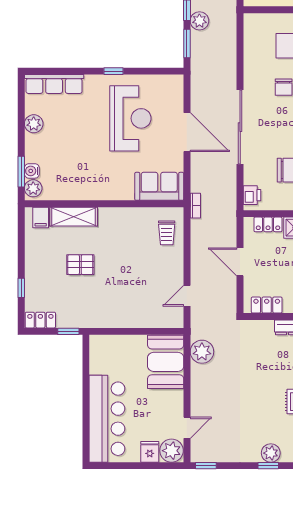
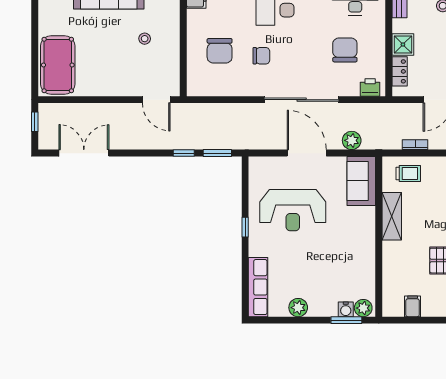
plant: (199, 21) -> (352, 140), moved
reception desk: (130, 118) -> (293, 210), turned 180
door: (187, 132) -> (307, 153), hinge flipped
bookcase: (195, 206) -> (415, 145), moved
filing cabinet: (41, 217) -> (413, 306), moved, turned -90
shelving: (74, 217) -> (392, 216), moved

